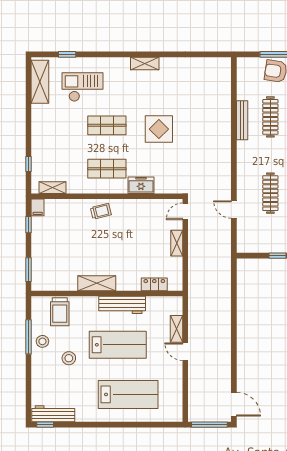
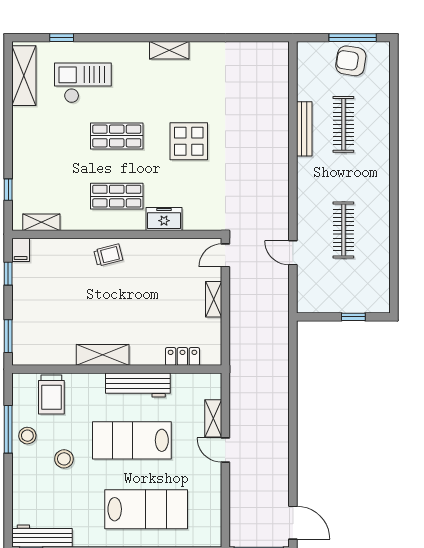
lab bench: (118, 345) -> (132, 440), turned 180

